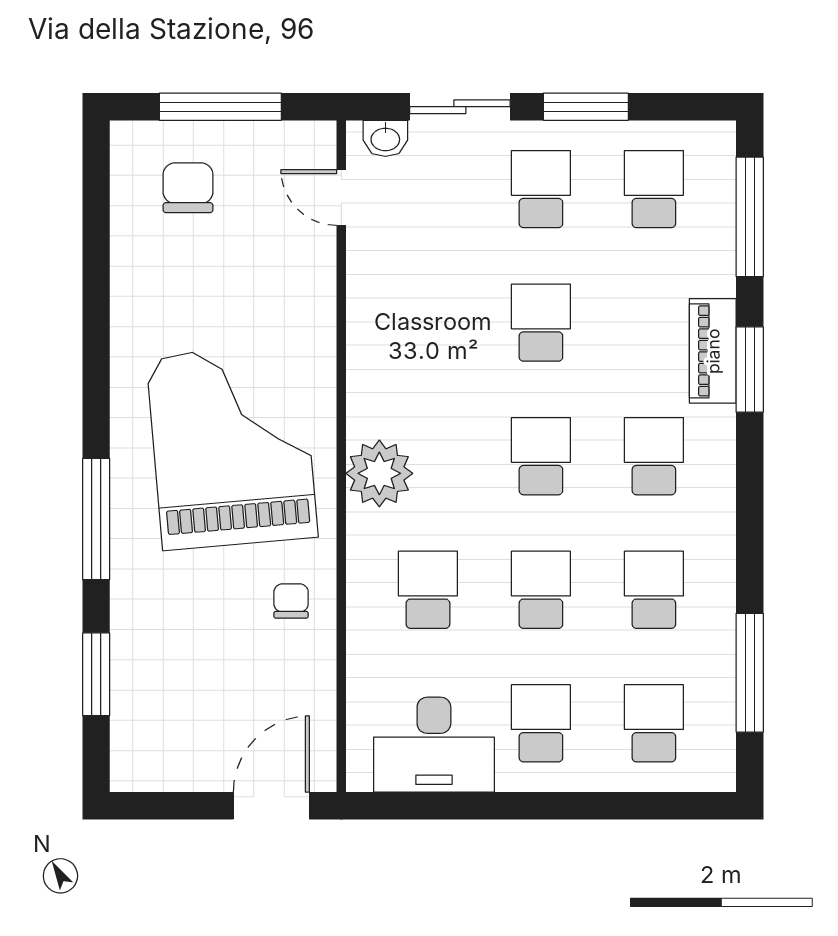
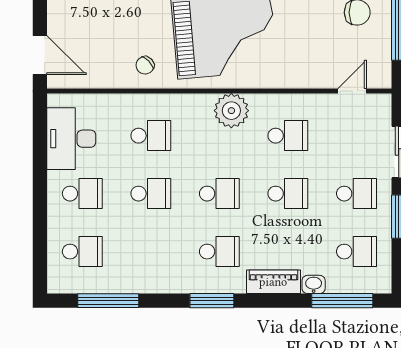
washbasin: (385, 138) -> (314, 284), moved, turned 90
window: (750, 370) -> (212, 301), moved
plant: (379, 473) -> (231, 111), moved
school desk: (654, 590) -> (288, 136), moved
chair: (291, 601) -> (145, 65), turned 136

